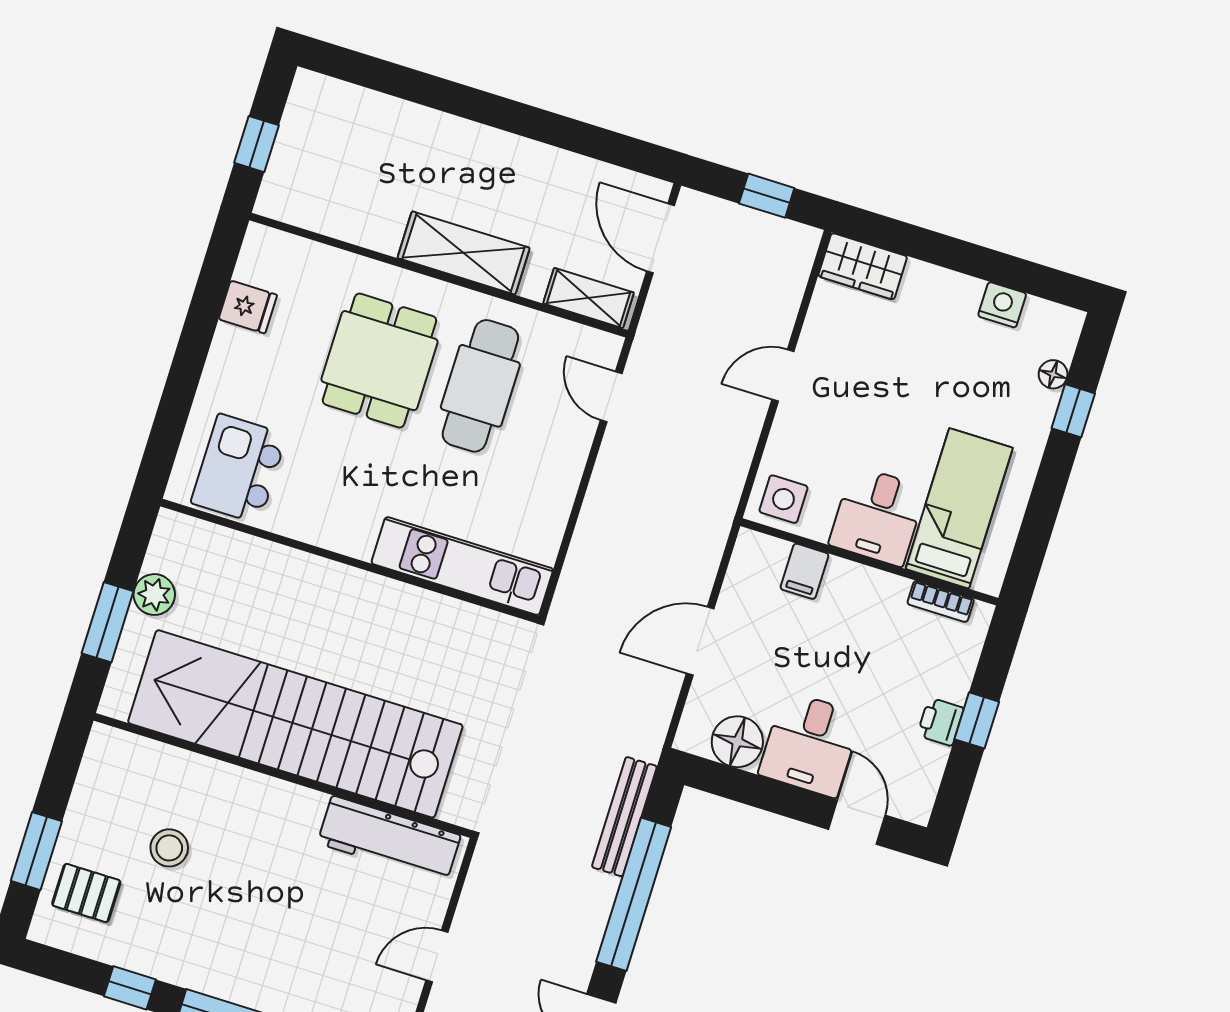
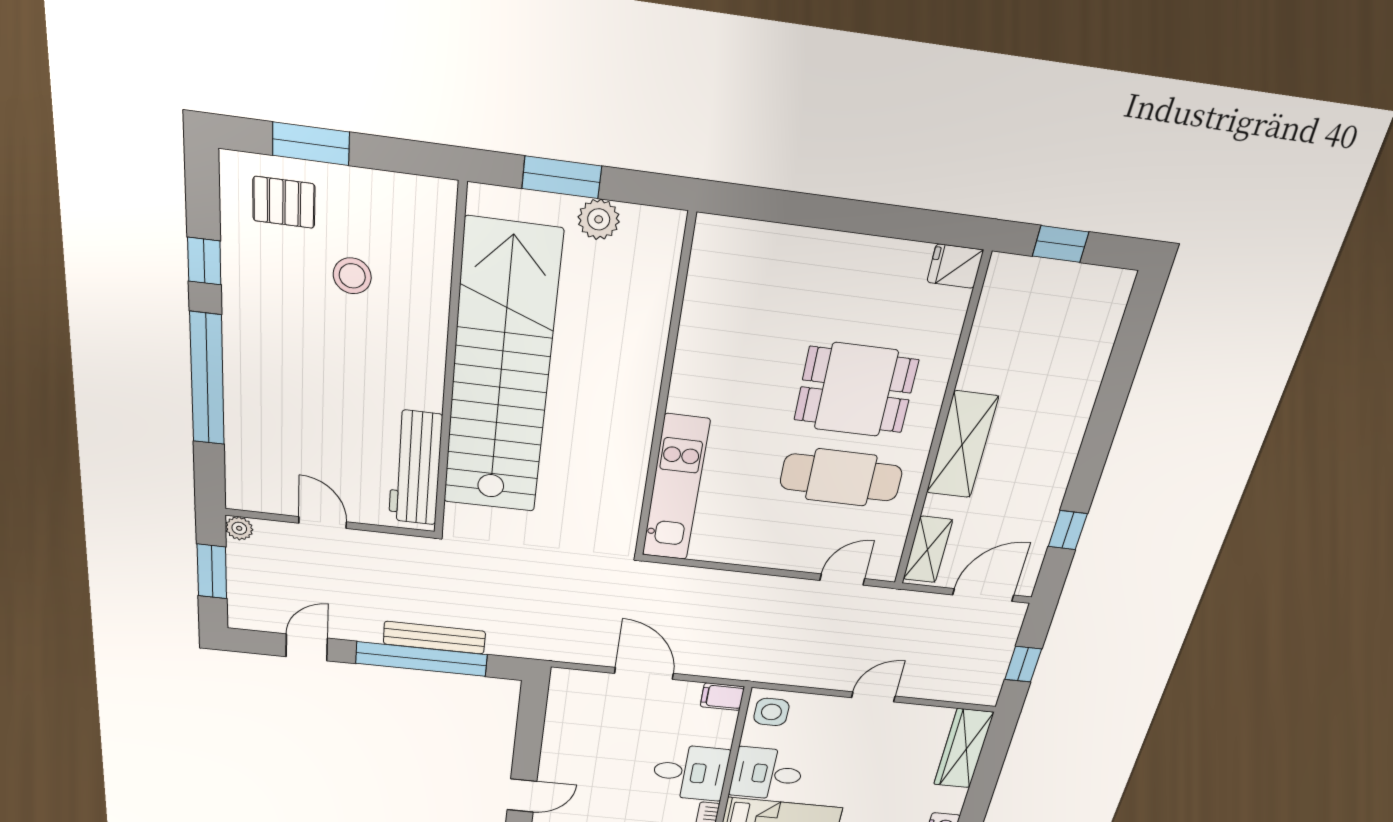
window: (591, 141) -> (1068, 530), added
wardrobe: (863, 266) -> (964, 749), width x1.50
fridge: (248, 307) -> (955, 266), moved, turned 90
door: (783, 375) -> (873, 697), hinge flipped
kitchen island: (239, 469) -> (737, 280), removed
filing cabinet: (804, 571) -> (722, 697), moved
floor lamp: (737, 742) -> (567, 710), removed
desk: (810, 744) -> (690, 773), moved, turned 180
bench: (624, 817) -> (434, 638), moved
pallet: (86, 893) -> (284, 202), turned 90

